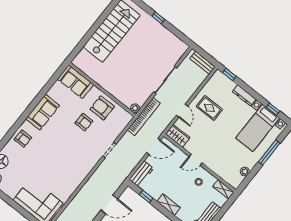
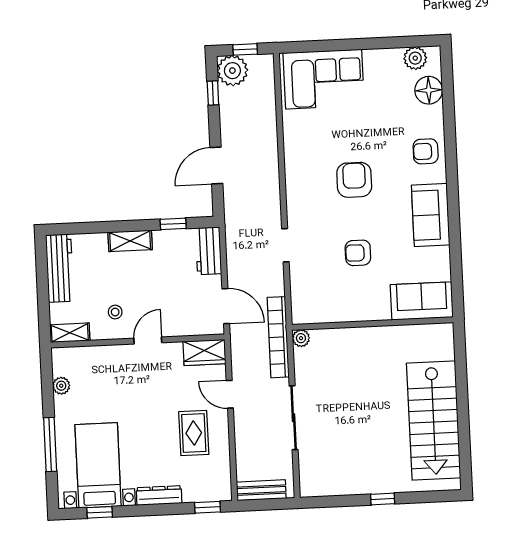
armchair: (102, 108) -> (354, 180), moved, turned -90
rug: (209, 108) -> (194, 433), turned 90
door: (154, 146) -> (226, 306), swing flipped

